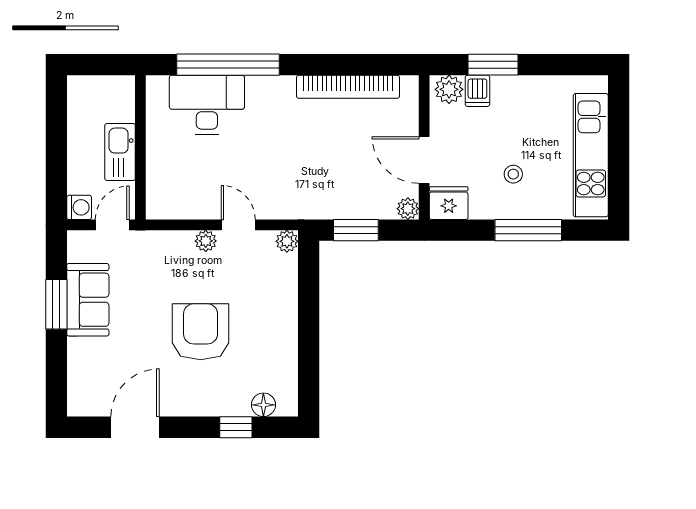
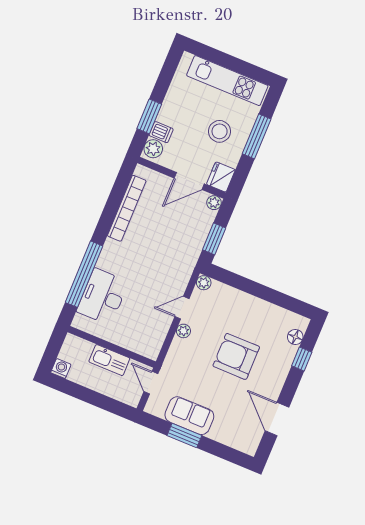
stool: (513, 174) -> (220, 131), width x1.89, depth x1.89
washing machine: (79, 207) -> (61, 368), moved

